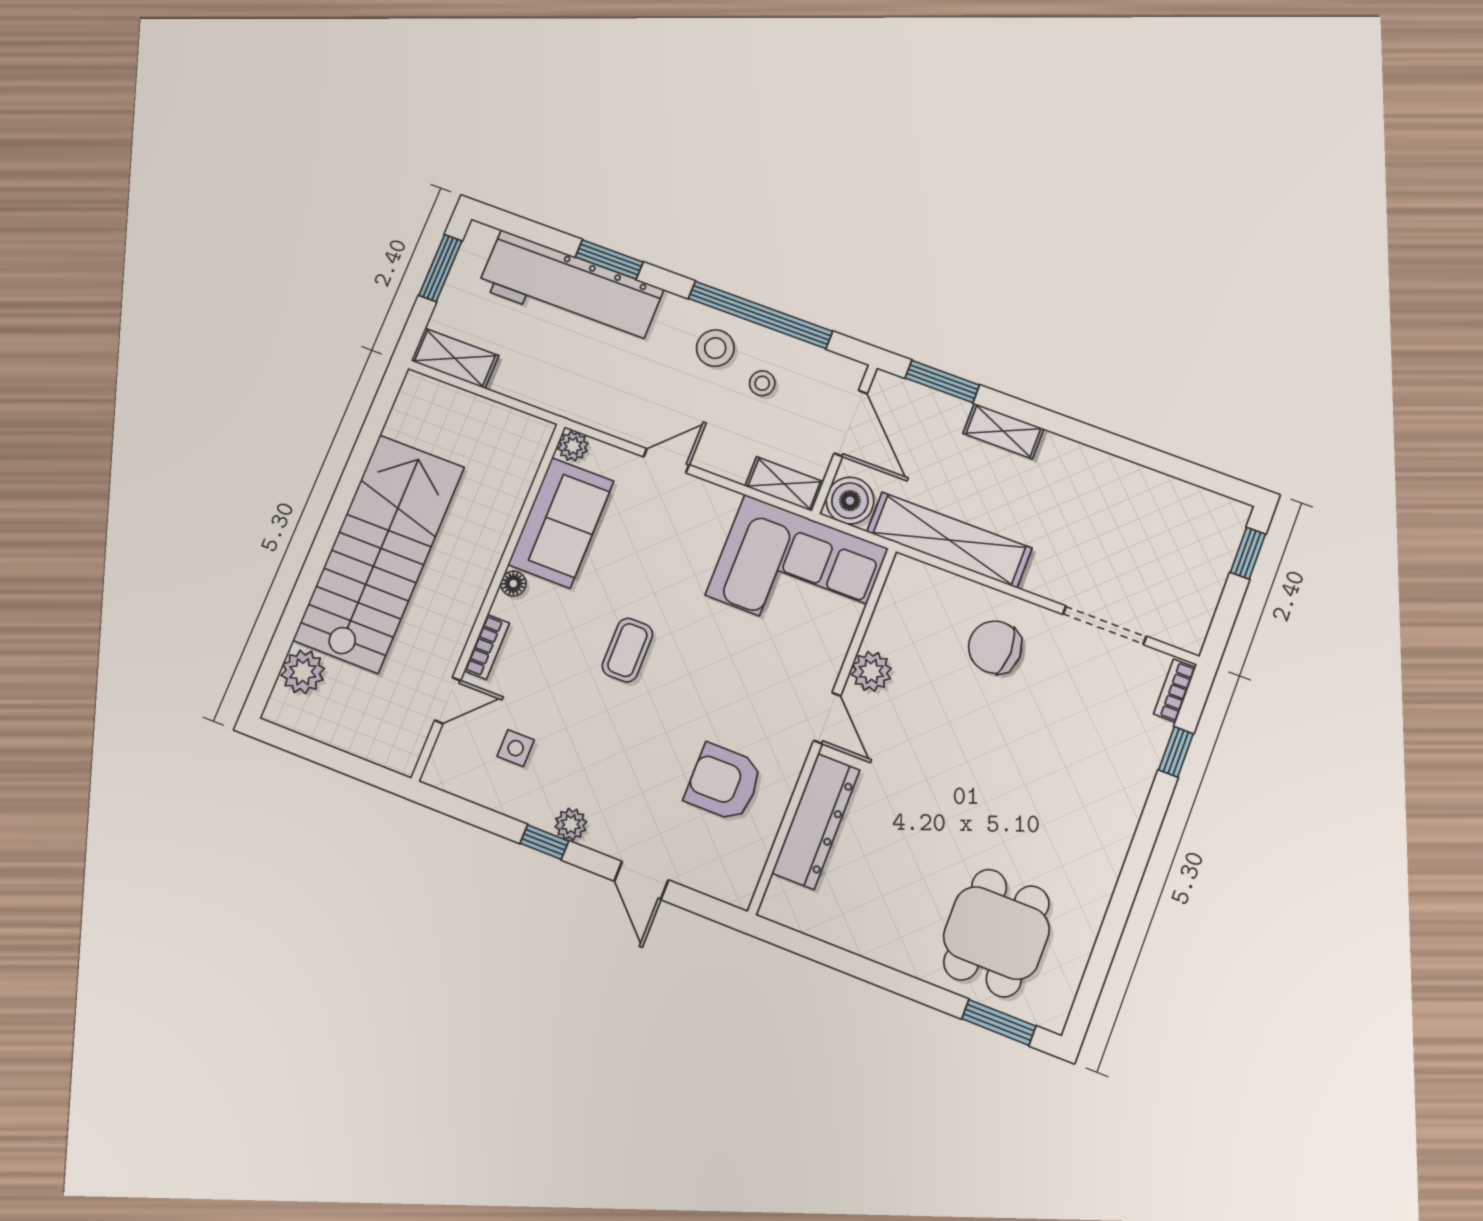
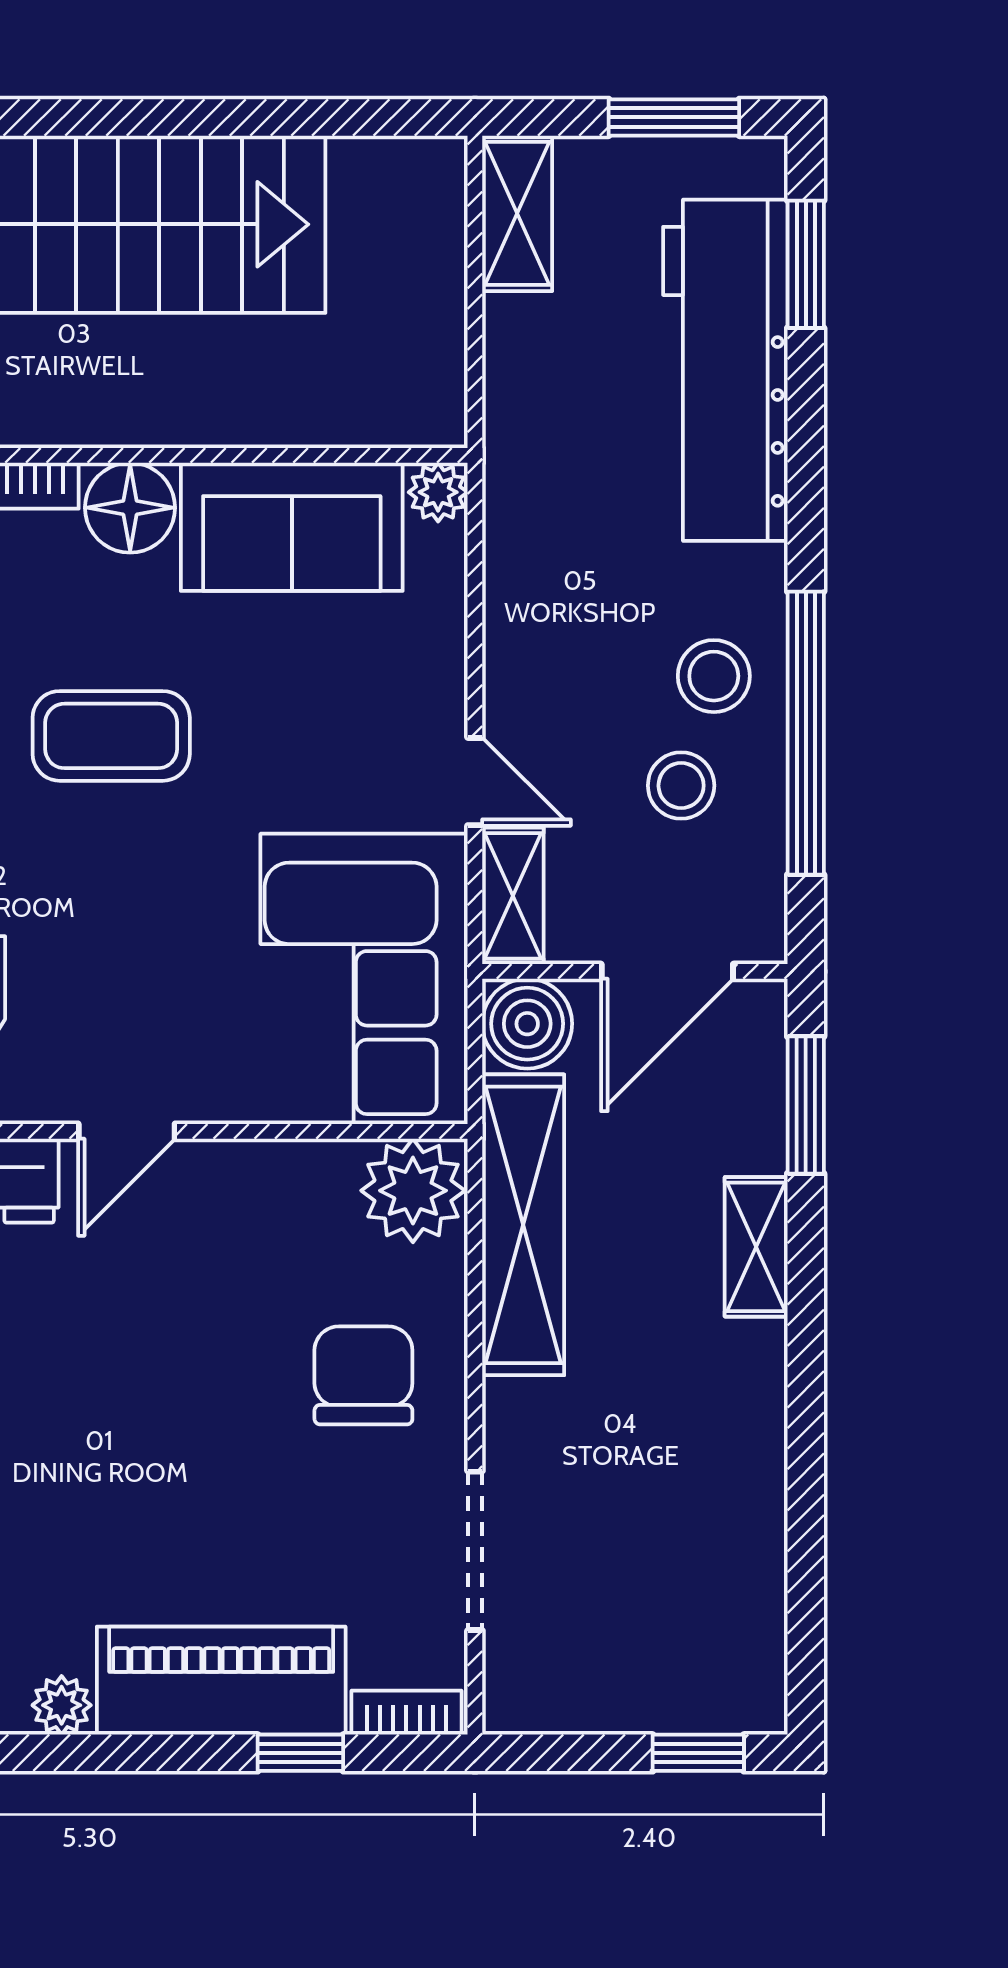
window: (609, 259) -> (806, 264), moved
stool: (762, 383) -> (681, 786), width x1.37, depth x1.37
door: (666, 461) -> (475, 782), moved
floor lamp: (513, 584) -> (130, 508), width x1.89, depth x1.89
coffee table: (627, 650) -> (111, 736), width x1.36, depth x1.30
plant: (871, 671) -> (413, 1191), moved, width x1.36, depth x1.36
piano: (1124, 778) -> (221, 1681), added
plant: (1107, 864) -> (62, 1705), added

